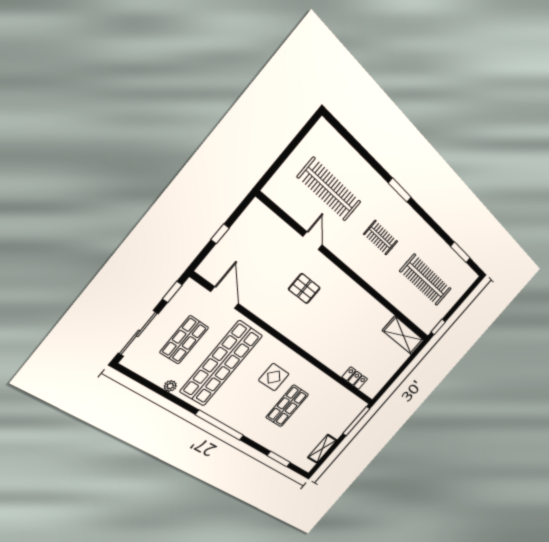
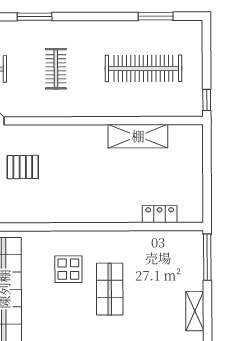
clothes rail: (381, 238) -> (56, 69), turned 90
shelving: (403, 335) -> (138, 136), moved

